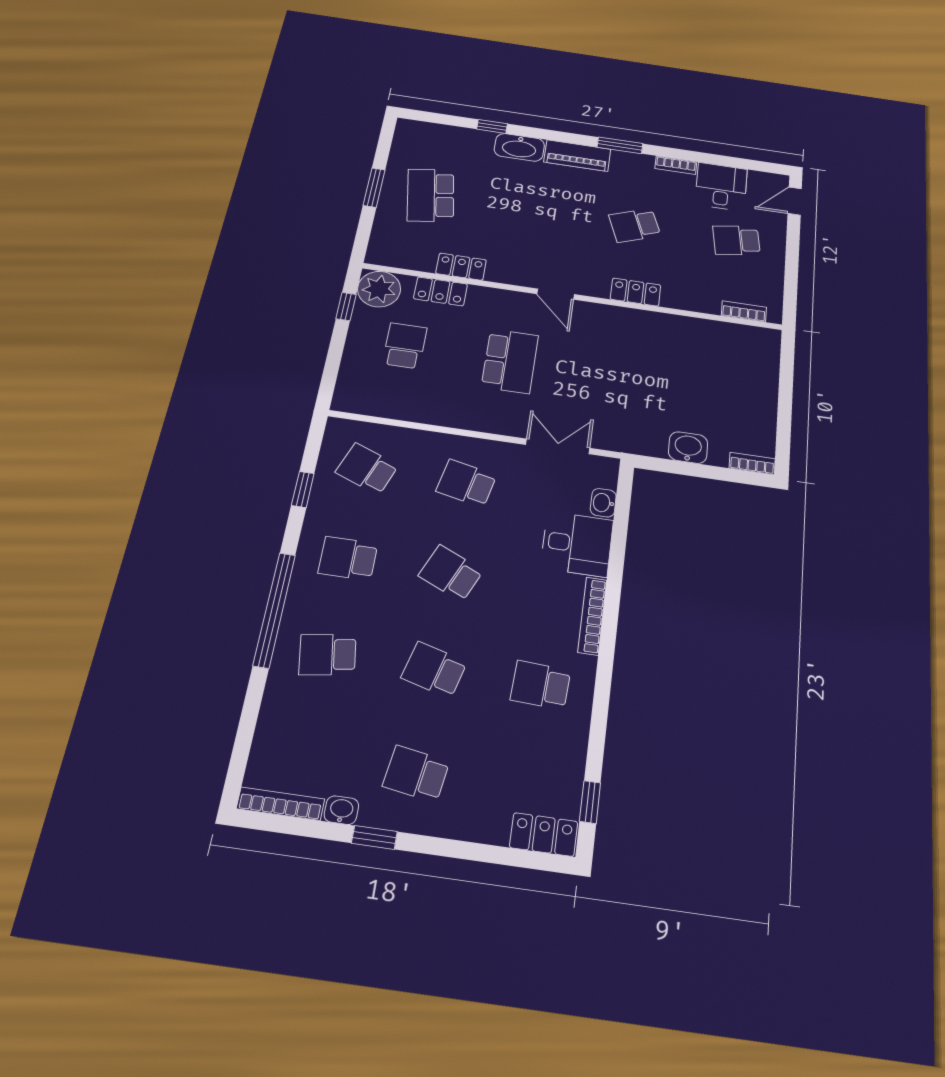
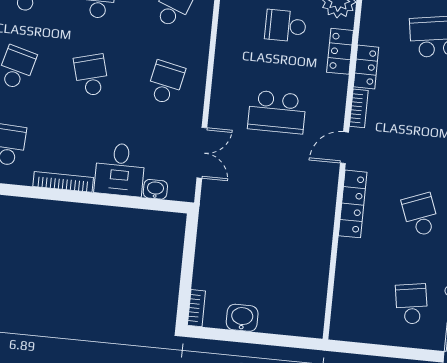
locker: (636, 292) -> (353, 204), width x1.53
bookcase: (744, 311) -> (359, 108), moved
school desk: (405, 346) -> (286, 26), turned 180
washbasin: (688, 448) -> (242, 318), moved, turned -90
school desk: (451, 573) -> (91, 75), turned -39

